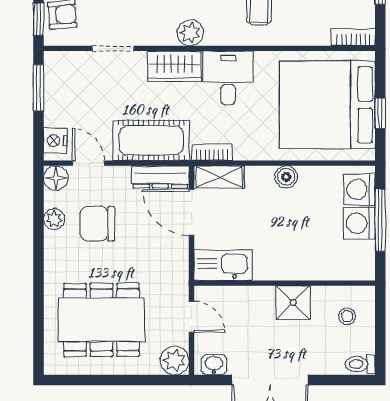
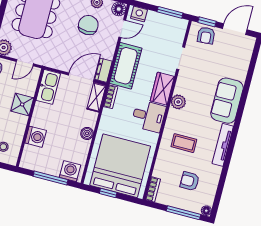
dresser: (160, 177) -> (103, 70), width x0.70
washing machine: (359, 223) -> (36, 137), moved, turned 90
shower: (293, 303) -> (22, 104), moved

